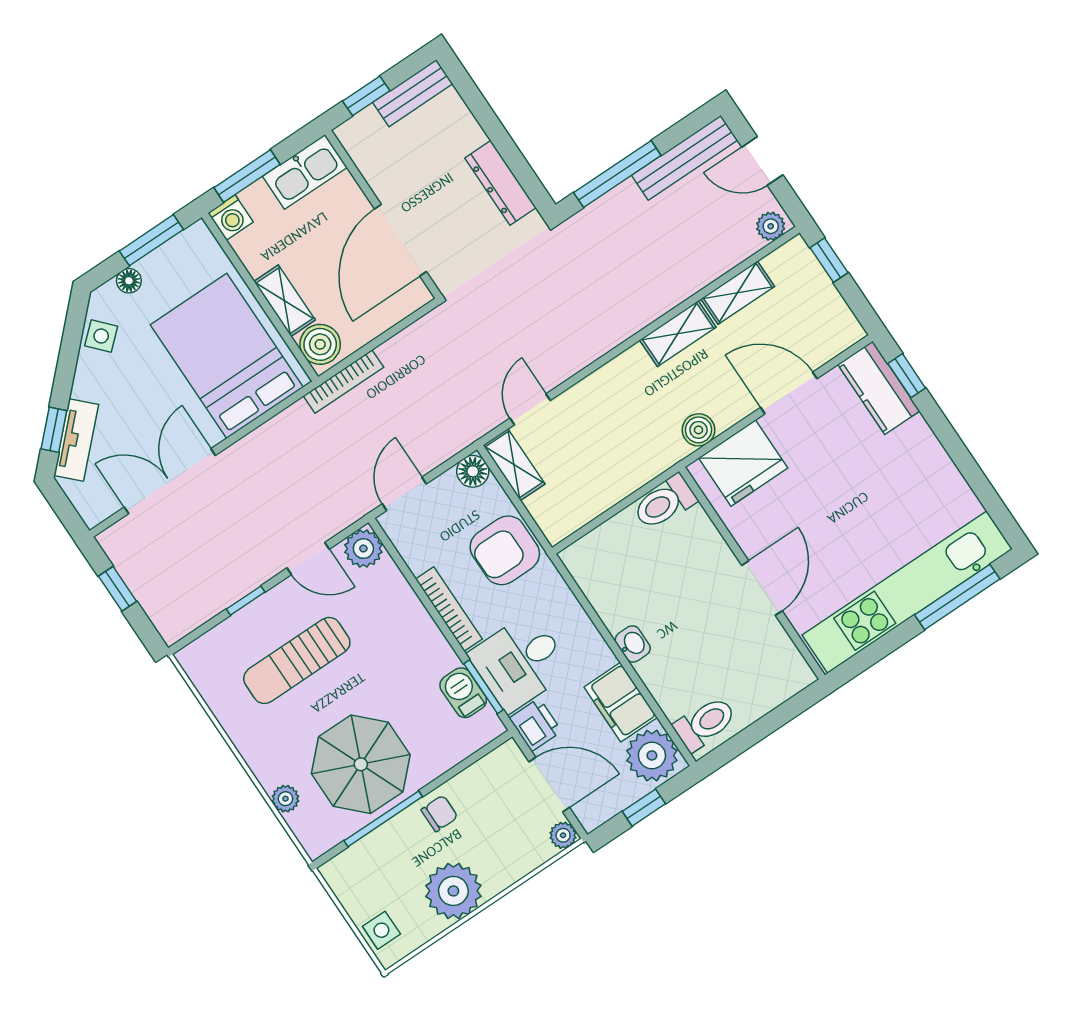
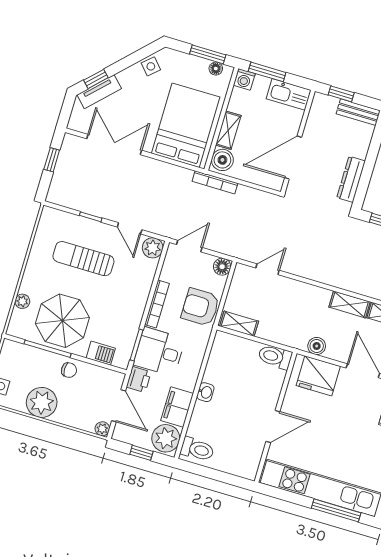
floor lamp: (129, 281) -> (216, 69), moved
shelving: (514, 465) -> (239, 324), moved, turned 90
barbecue: (463, 693) -> (101, 353), moved, turned 90

